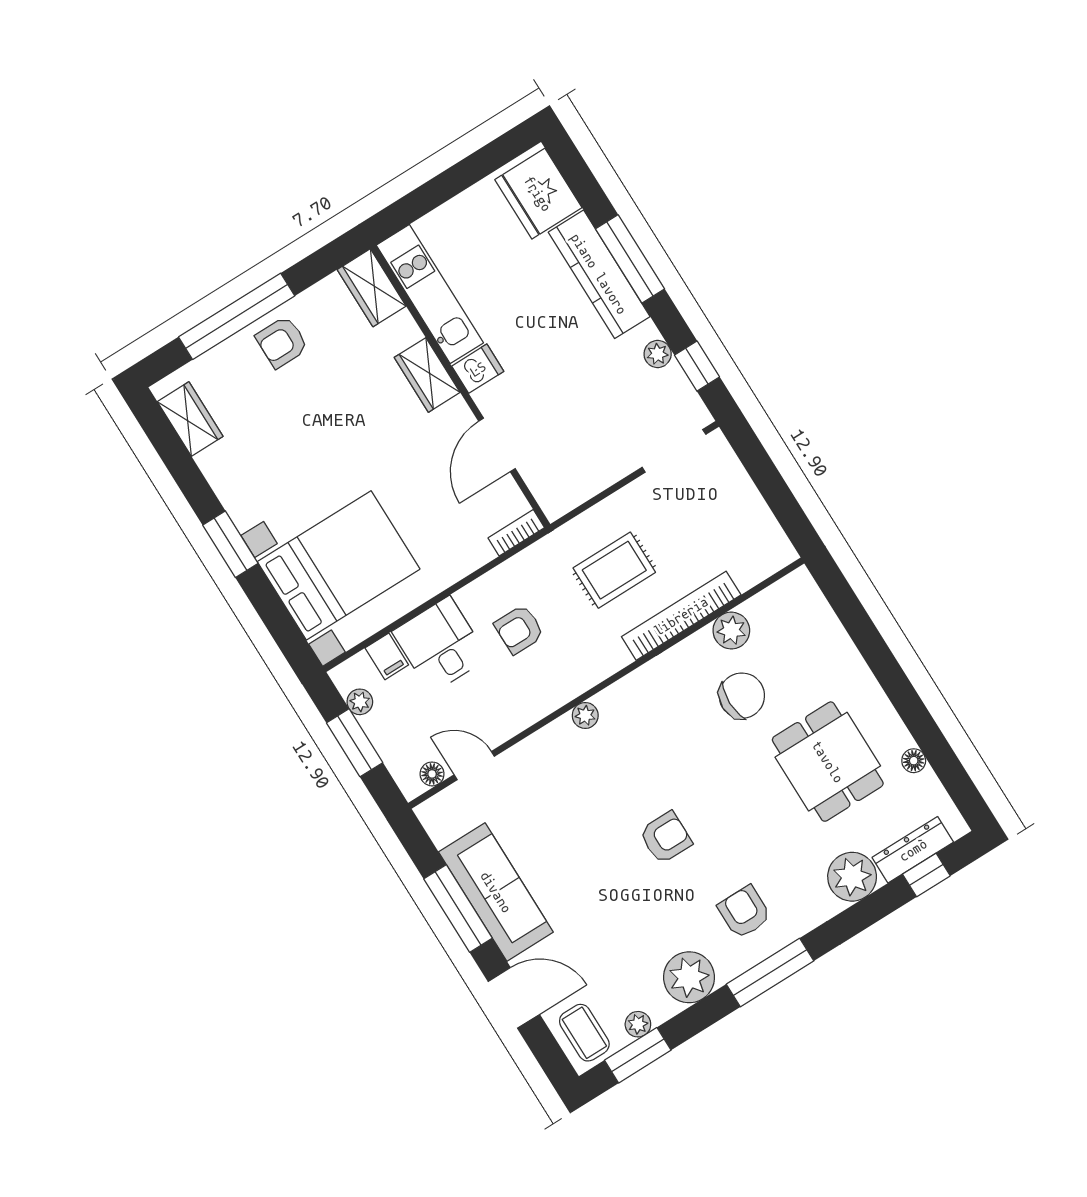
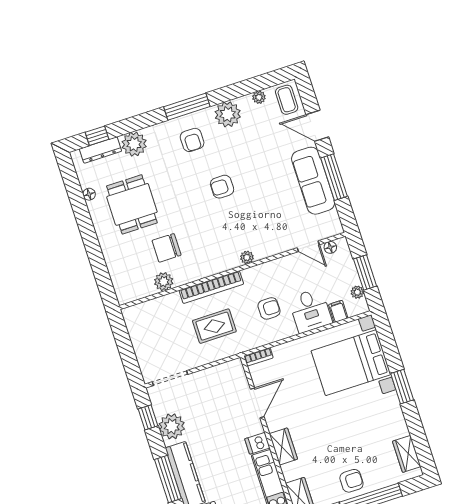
plant: (658, 354) -> (172, 426), width x1.87, depth x1.87
bookcase: (681, 616) -> (211, 287), moved
window: (638, 1055) -> (263, 82), removed

